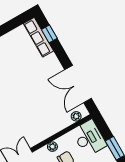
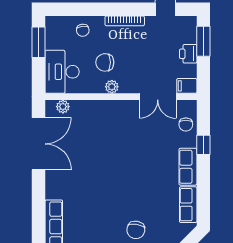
window: (49, 34) -> (38, 223), removed

